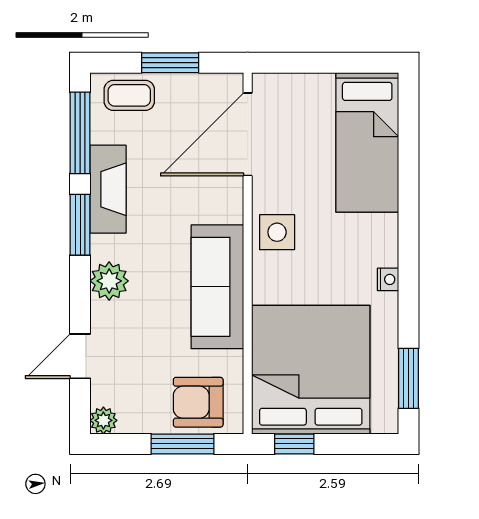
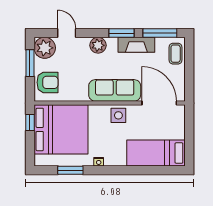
window: (170, 63) -> (189, 71), removed
sofa: (217, 287) -> (115, 90), moved
window: (409, 378) -> (70, 170), moved
armchair: (198, 402) -> (47, 82), turned 90
plant: (103, 420) -> (45, 48), width x1.87, depth x1.87
window: (183, 444) -> (30, 63), moved

